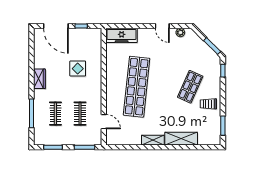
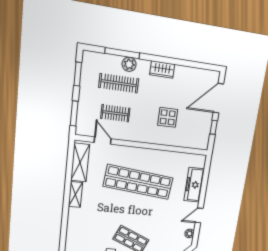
freezer: (122, 35) -> (194, 185), moved
plant: (39, 107) -> (129, 64), added
clothes rail: (55, 114) -> (119, 83), width x1.36
door: (104, 122) -> (103, 141), swing flipped
shelving: (181, 139) -> (80, 162), moved

